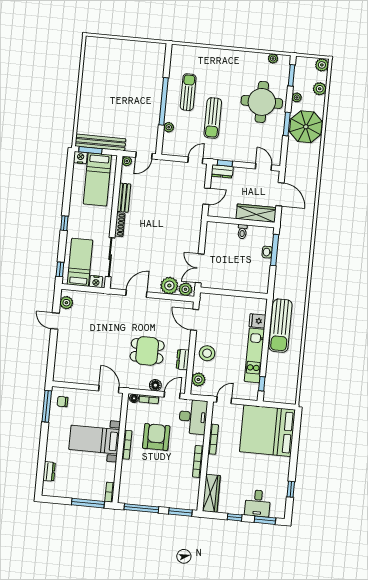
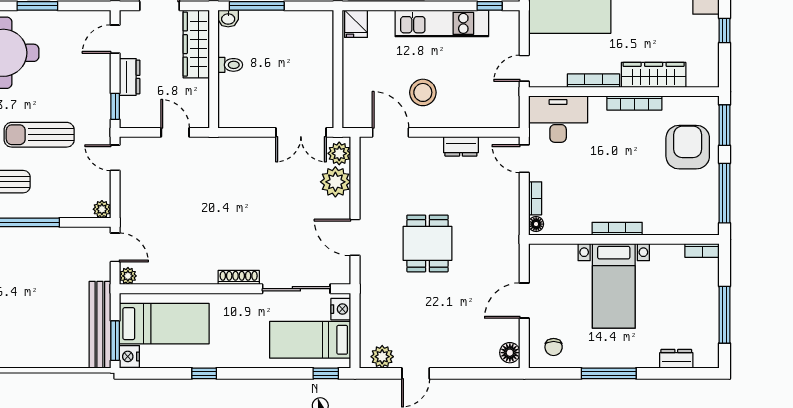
sun lounger: (213, 118) -> (39, 135), turned 180
plant: (169, 127) -> (102, 209), moved
dresser: (222, 171) -> (130, 77), moved
bench: (124, 198) -> (191, 275), removed
window: (64, 223) -> (204, 373), moved
washbasin: (267, 252) -> (228, 19), moved
door: (195, 320) -> (390, 132), swing flipped
fridge: (257, 321) -> (356, 24), moved
dining table: (147, 351) -> (427, 243), moved
stool: (207, 353) -> (423, 92), moved
plant: (198, 379) -> (493, 116), removed
floor lamp: (155, 385) -> (510, 353), moved
door: (109, 389) -> (524, 300), moved
door: (224, 400) -> (524, 68), hinge flipped
window: (47, 406) -> (609, 373), moved
armchair: (156, 437) -> (688, 147), moved, turned 90
wardrobe: (211, 493) -> (654, 75), moved
window: (88, 503) -> (725, 315), moved

